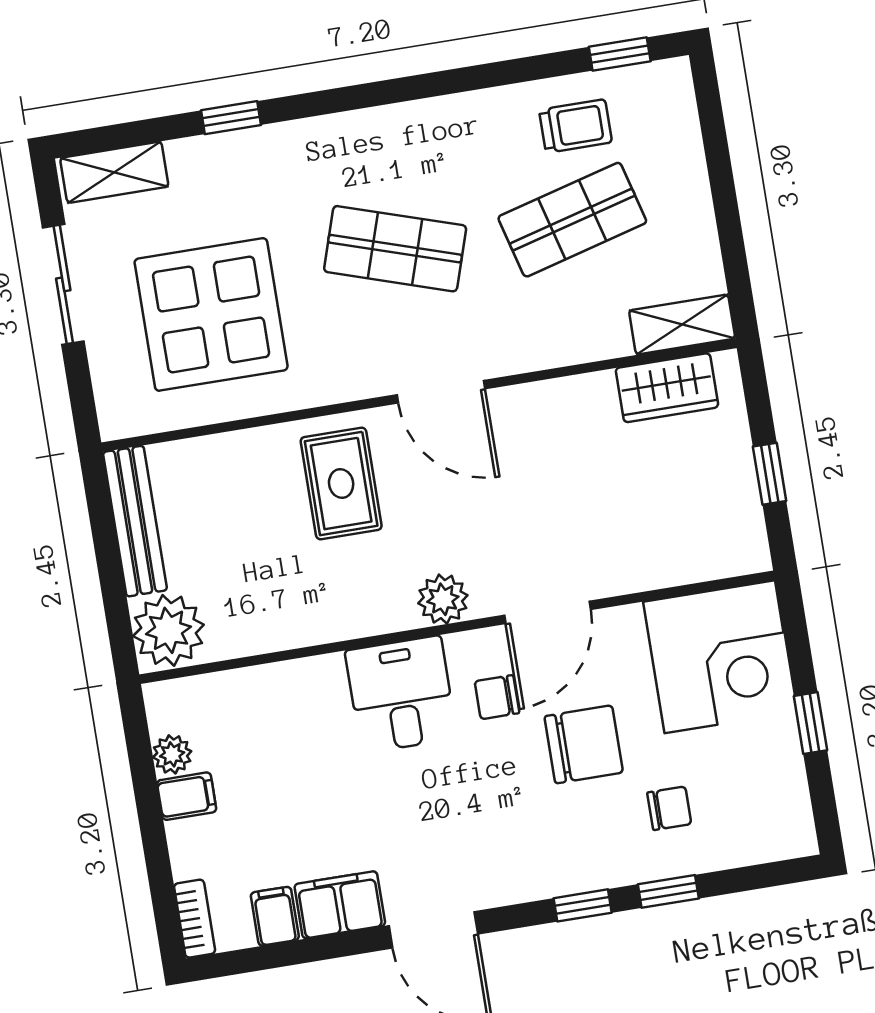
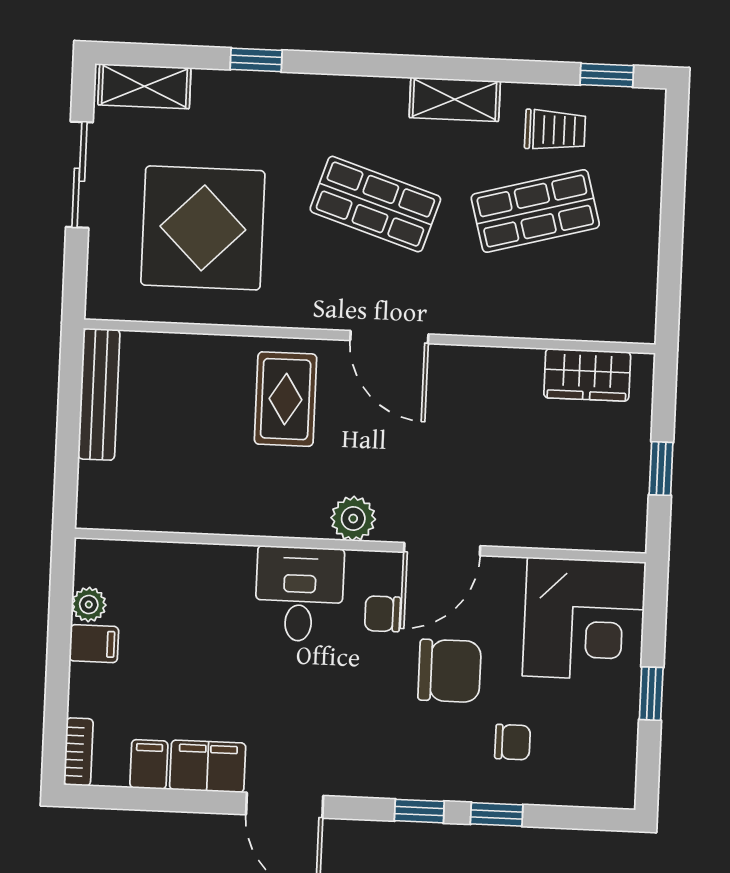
shelving: (682, 325) -> (455, 99), moved
plant: (168, 630) -> (108, 496), removed

